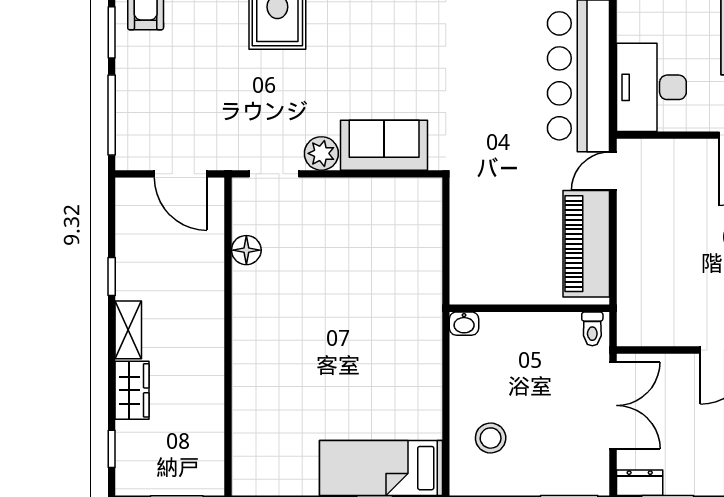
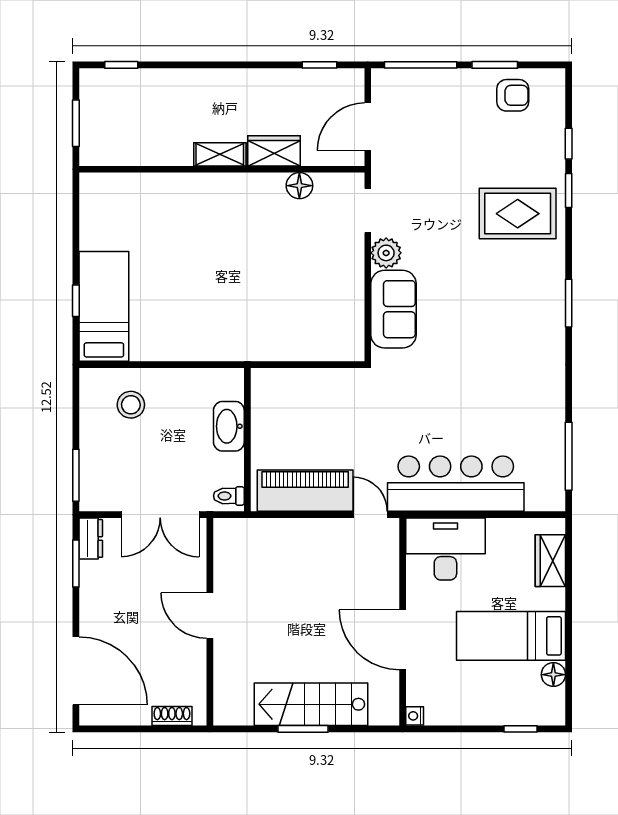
window: (112, 276) -> (320, 65), moved
washbasin: (464, 324) -> (229, 426), moved, width x1.91, depth x1.45
shelving: (128, 330) -> (220, 154), moved
wardrobe: (132, 390) -> (274, 151), moved, turned 180

